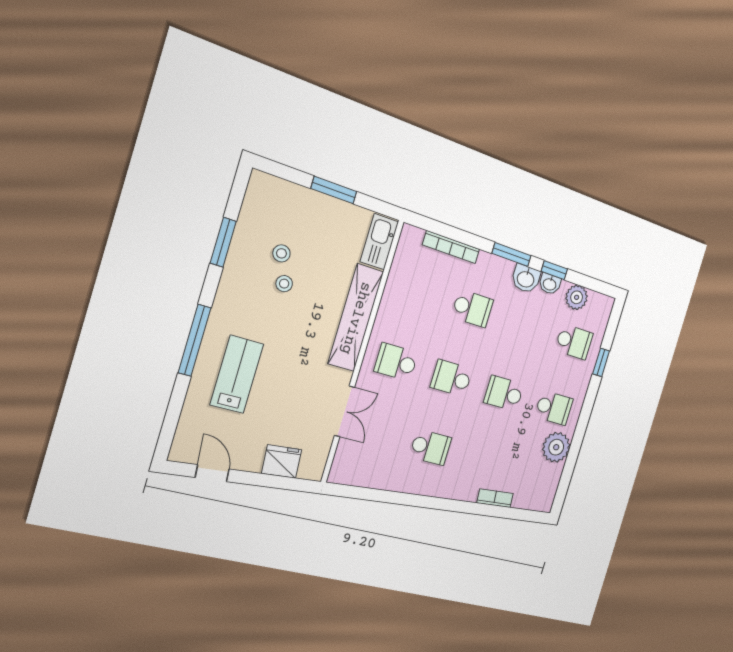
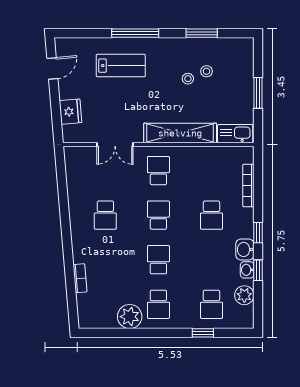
window: (511, 255) -> (258, 233), width x0.67

